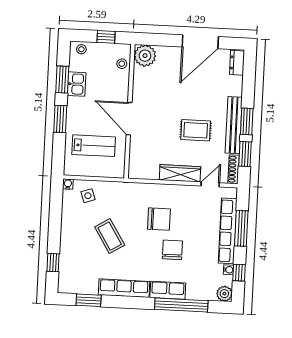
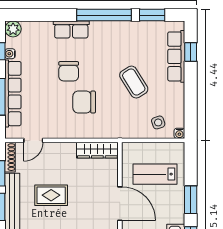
wardrobe: (180, 173) -> (97, 150), moved
row of seats: (124, 288) -> (176, 56), moved, turned 90
window: (181, 305) -> (104, 15), moved

